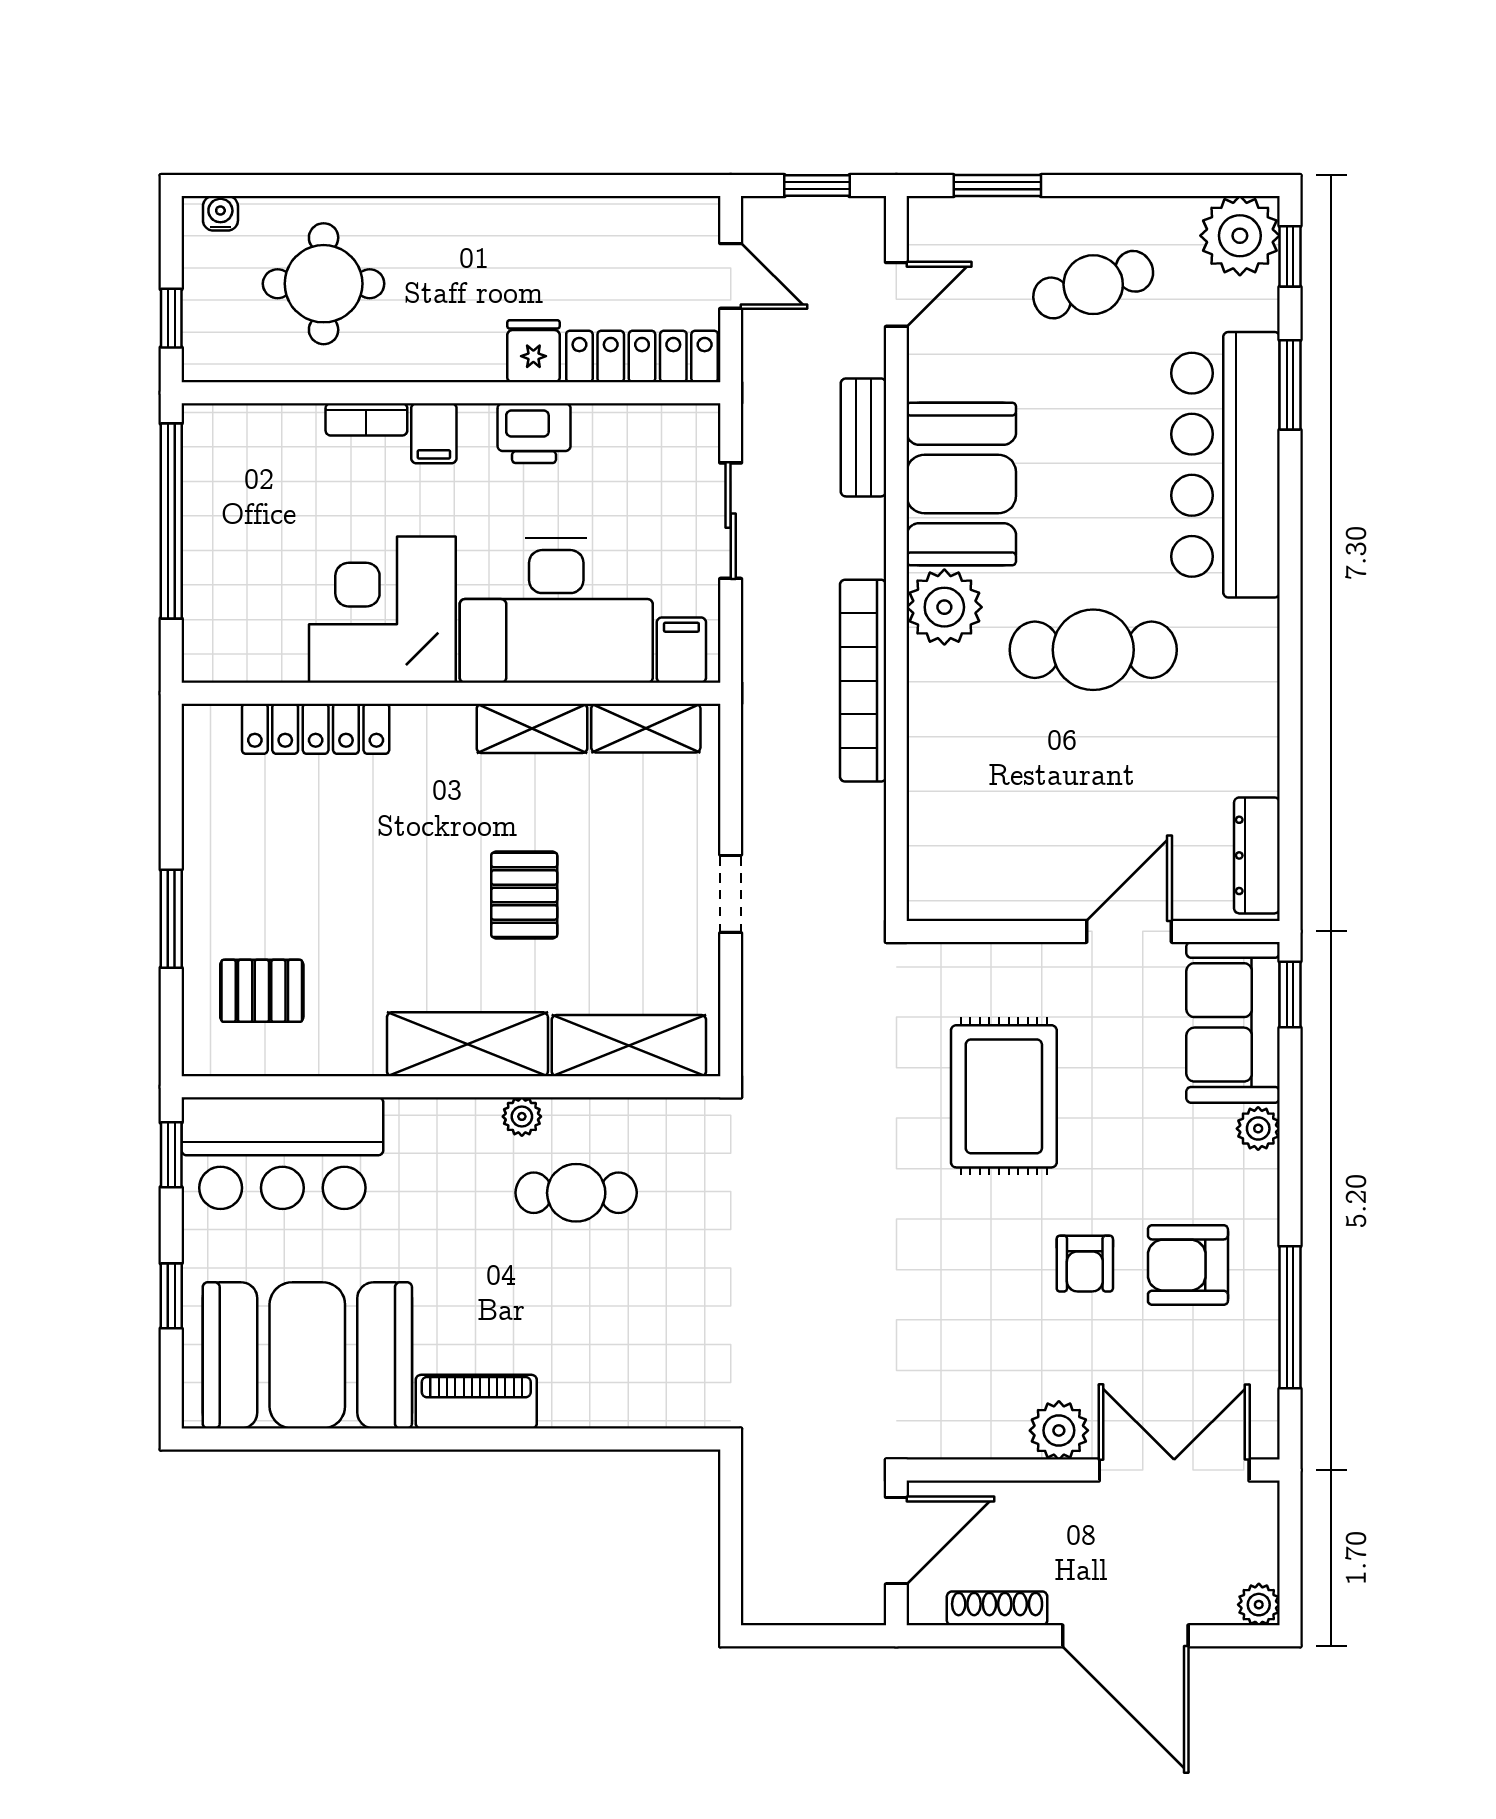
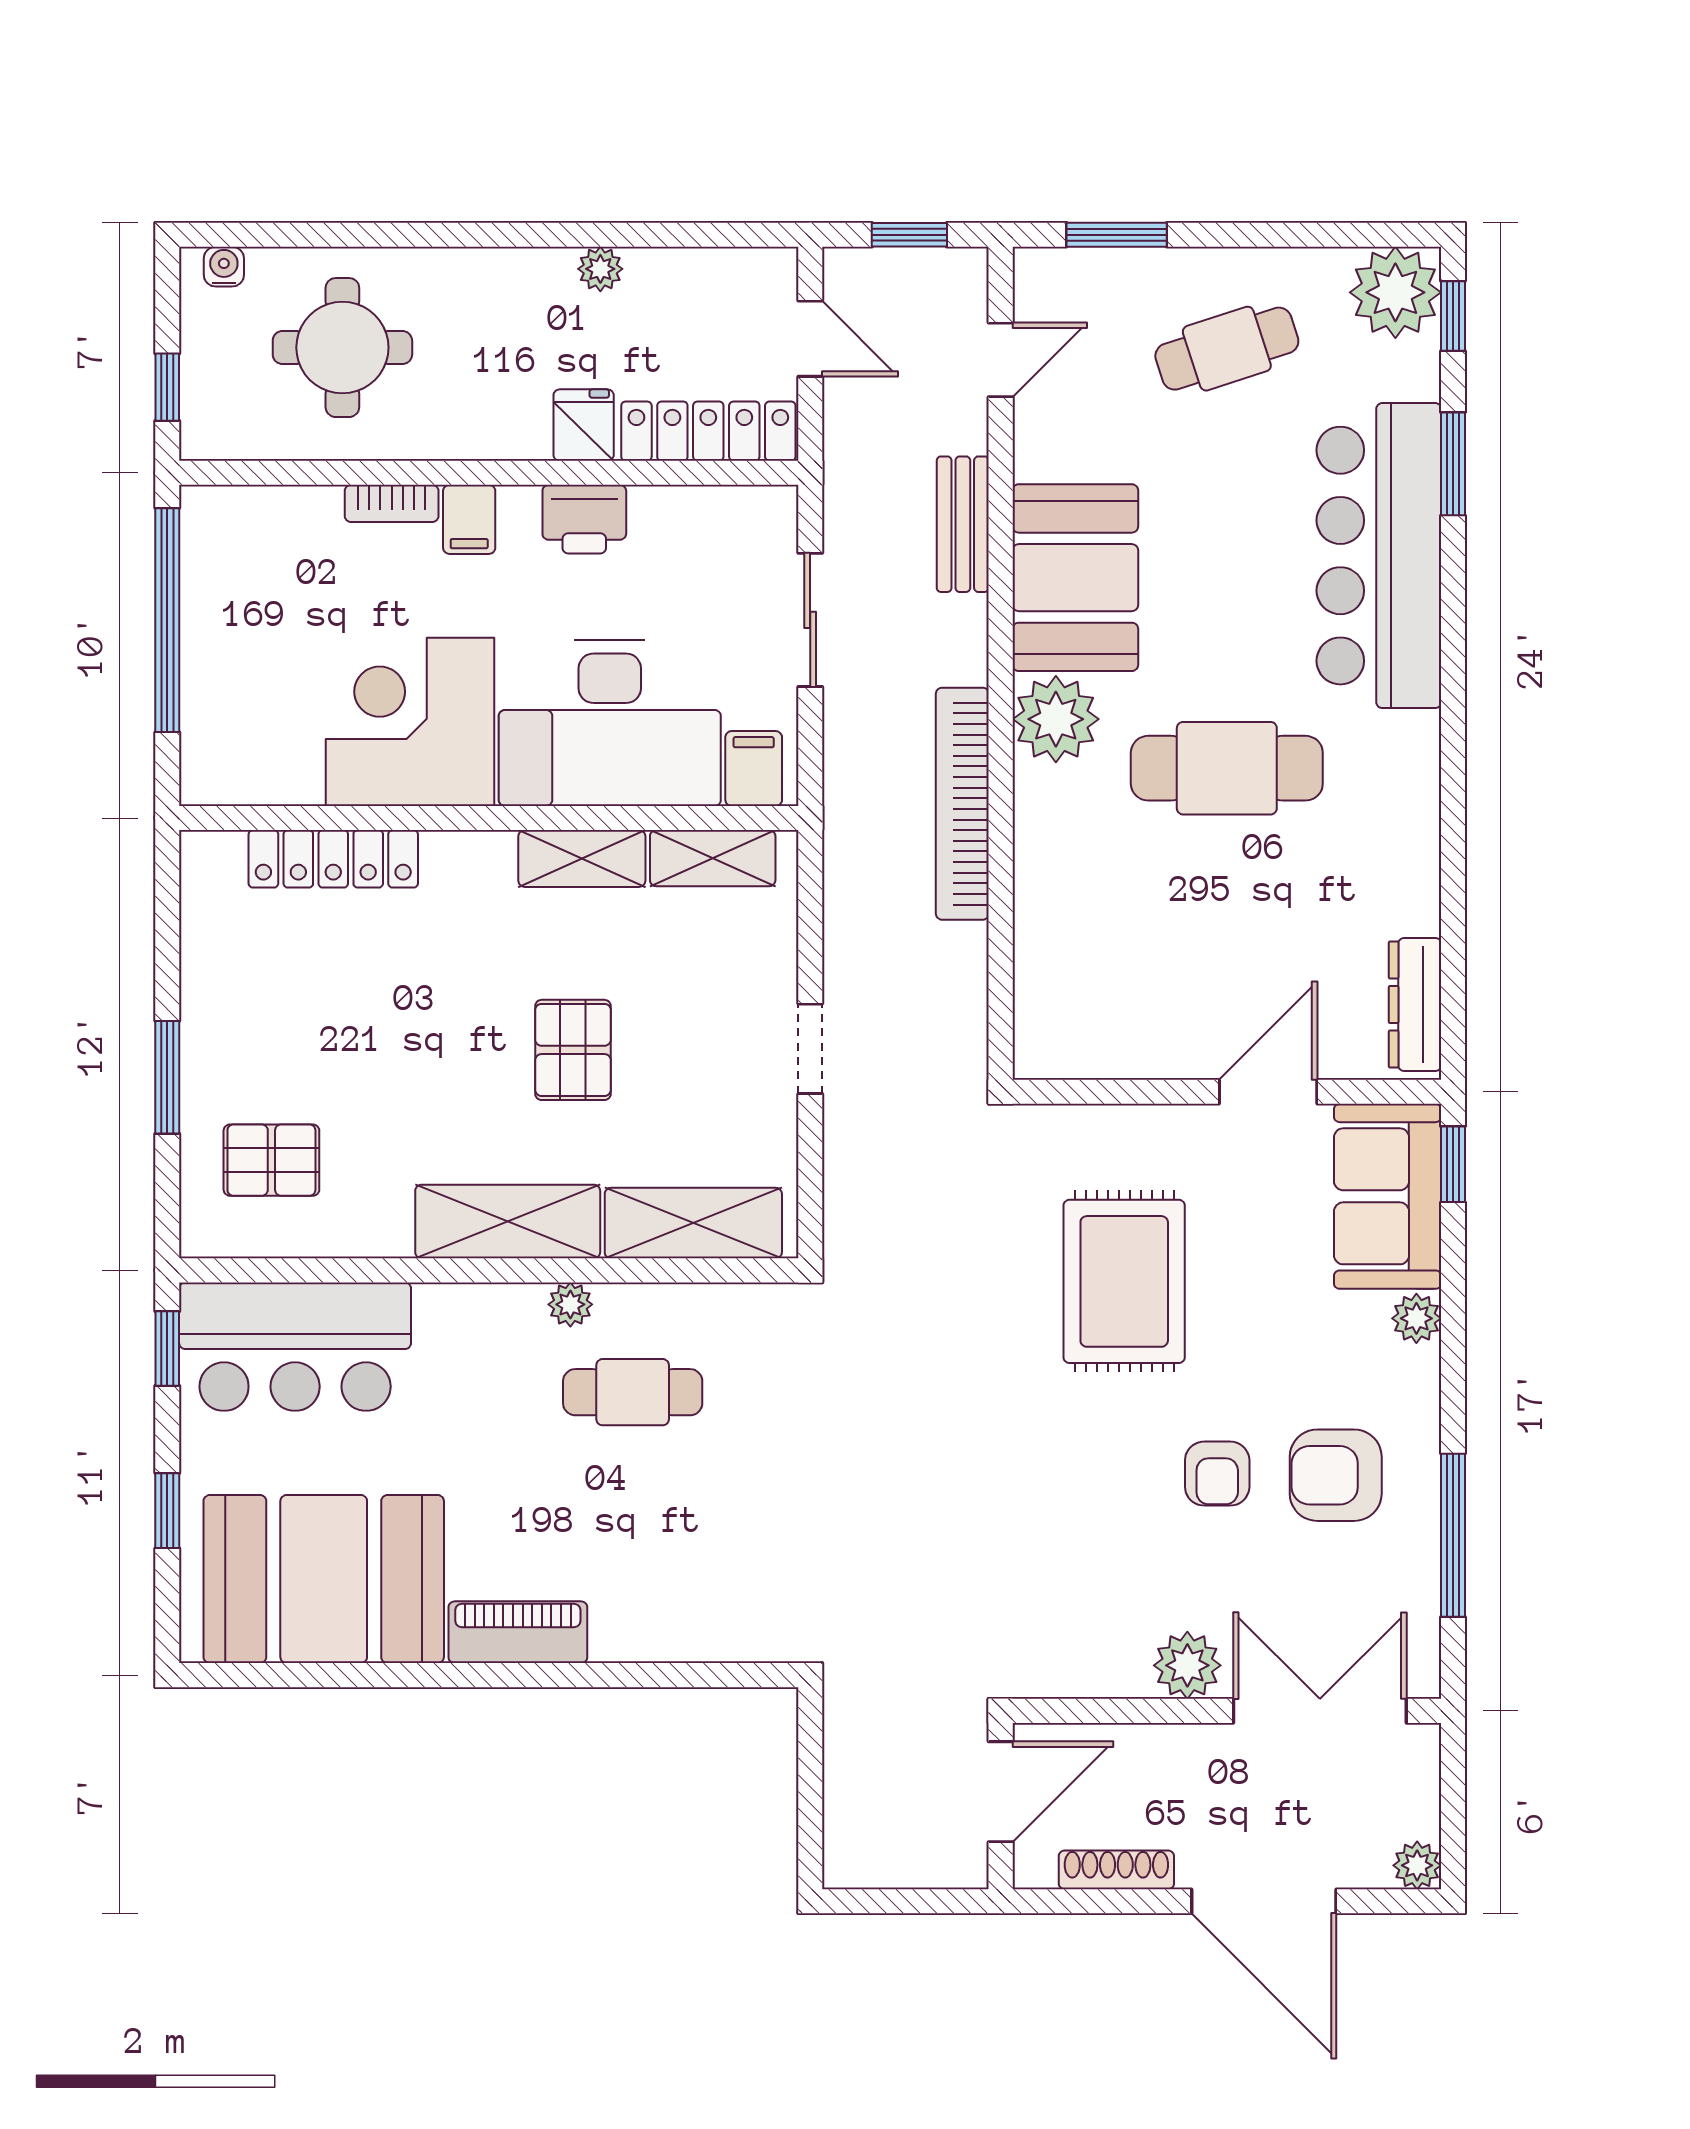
plant: (548, 215) -> (600, 269), added

